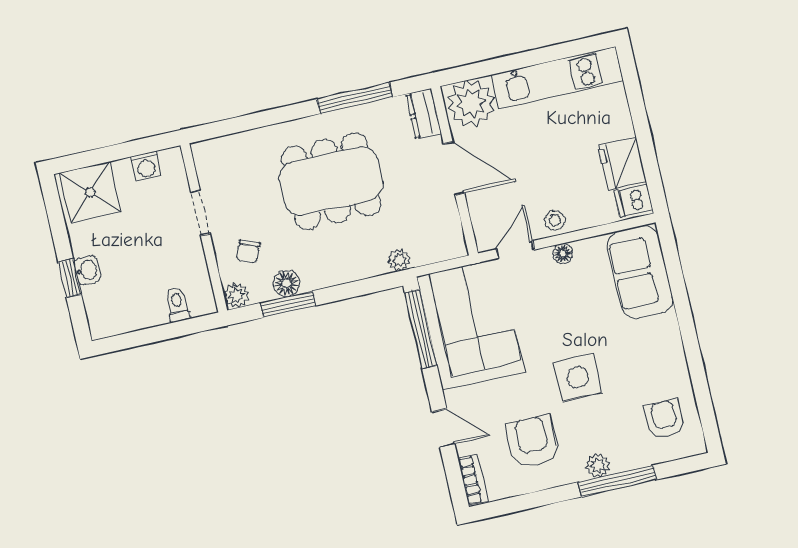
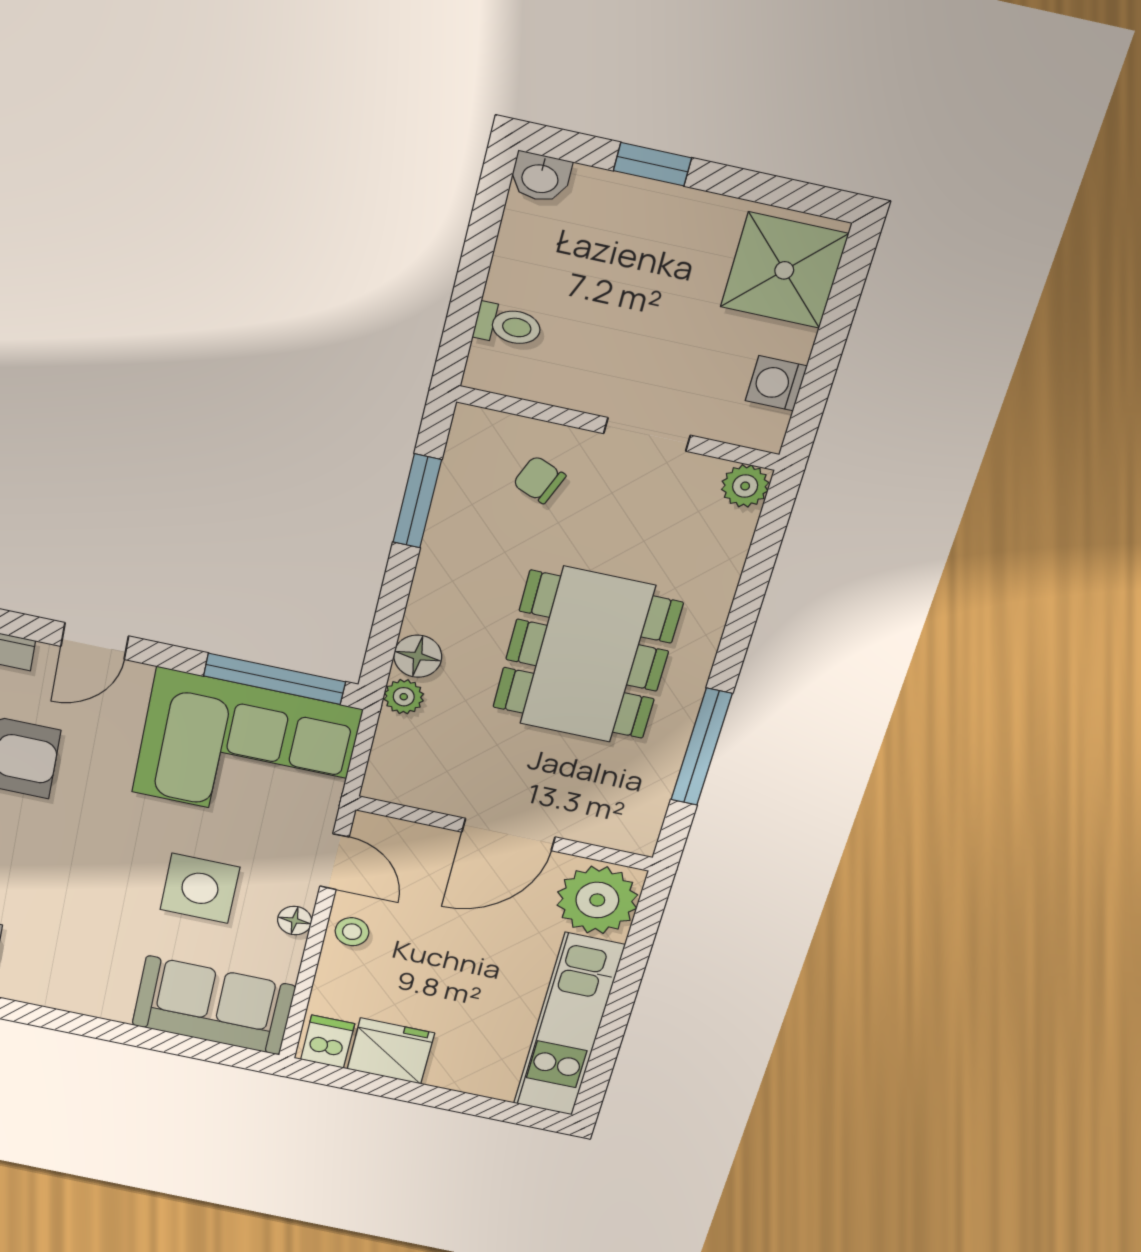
dresser: (424, 114) -> (619, 830), removed
washbasin: (87, 270) -> (540, 177), moved
floor lamp: (286, 283) -> (418, 656), moved
plant: (237, 296) -> (745, 486), moved
side table: (578, 377) -> (200, 888), moved

